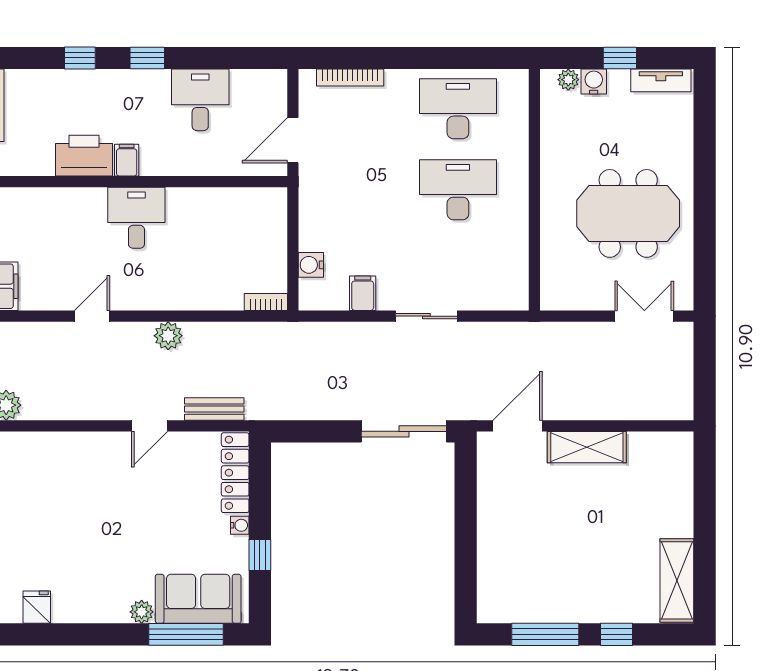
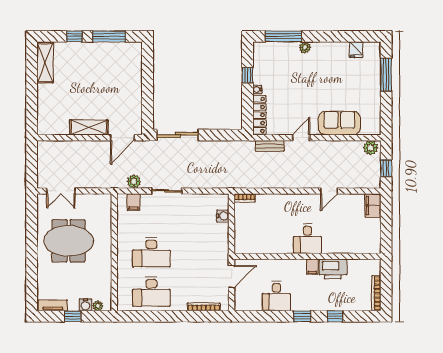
filing cabinet: (363, 293) -> (134, 202), moved
plant: (168, 336) -> (134, 181), moved
sofa: (198, 599) -> (339, 123), moved, turned 180

